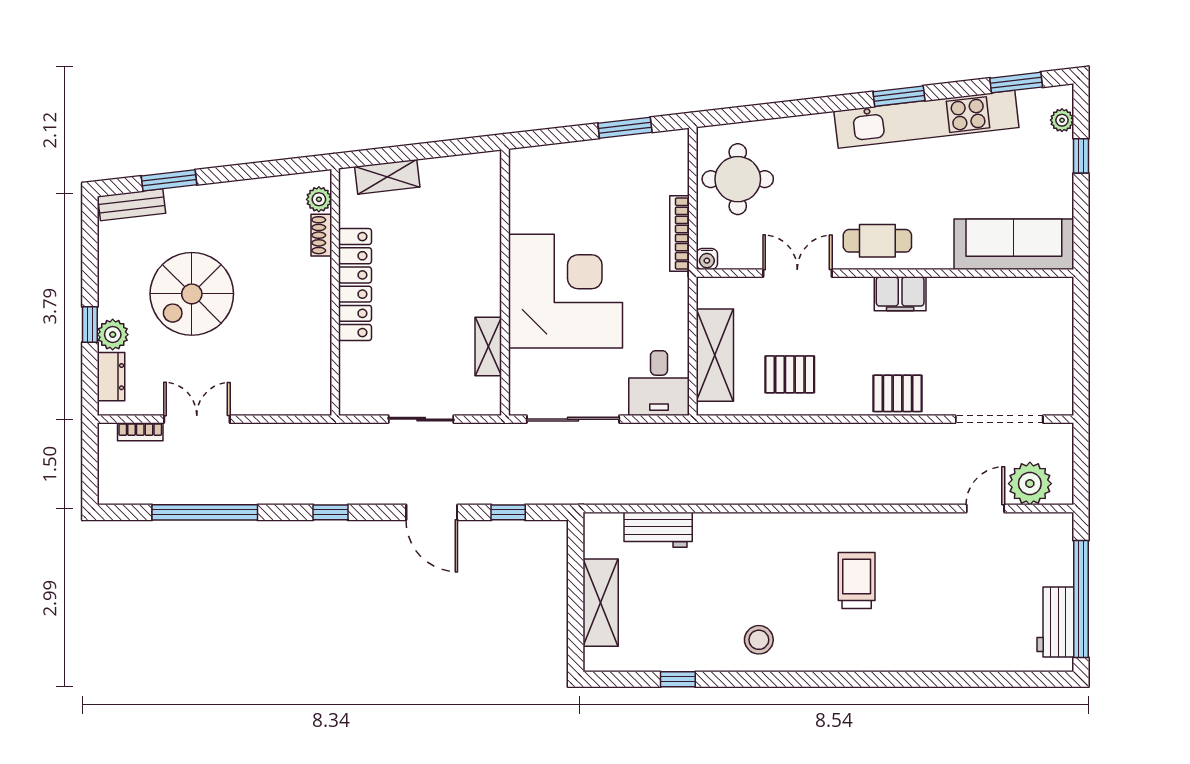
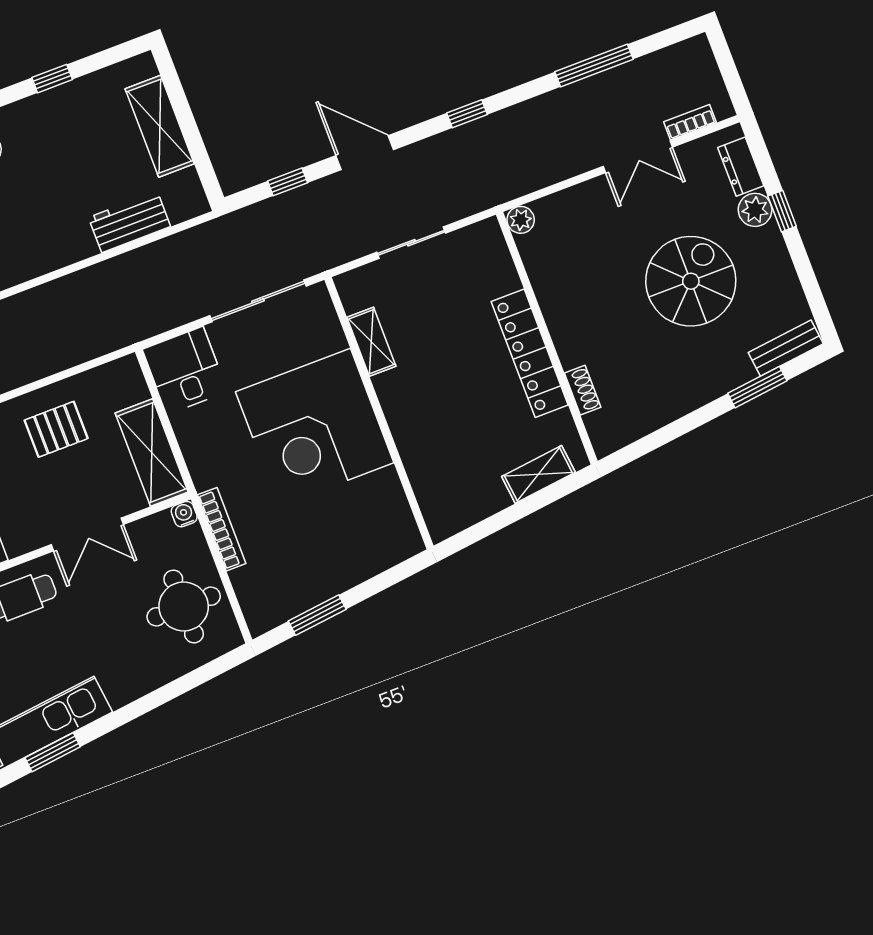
plant: (319, 199) -> (521, 220), moved
shelving: (715, 355) -> (152, 452), moved
window: (205, 512) -> (594, 66), width x0.68

